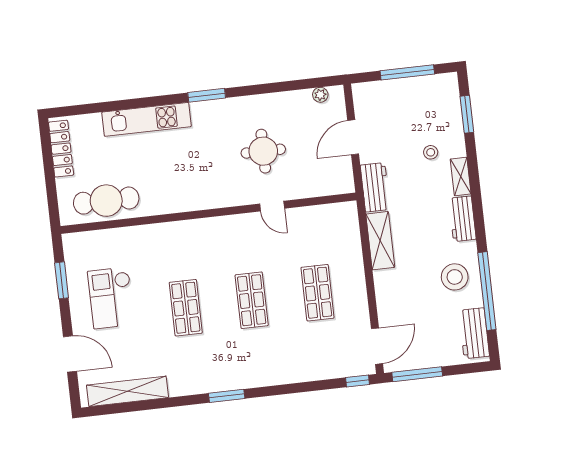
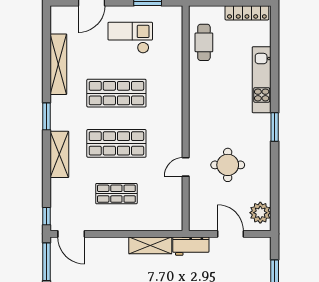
plant: (320, 95) -> (260, 213), width x1.88, depth x1.88
cafe table: (106, 201) -> (204, 42), width x0.73, depth x0.74
shop shelf: (252, 300) -> (116, 143), width x1.43, depth x1.36
shop shelf: (186, 308) -> (116, 93), width x1.43, depth x1.36
shelving: (275, 373) -> (59, 154), added
shelving: (127, 391) -> (58, 64), moved

